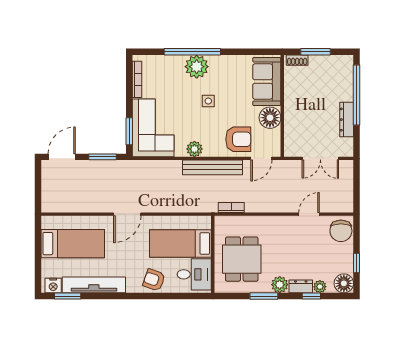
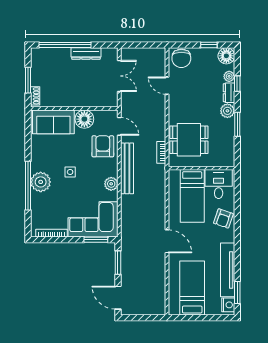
chair: (341, 231) -> (181, 58), turned 90
dining table: (242, 259) -> (189, 140), moved

